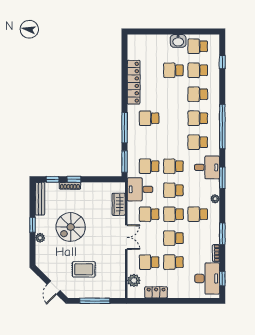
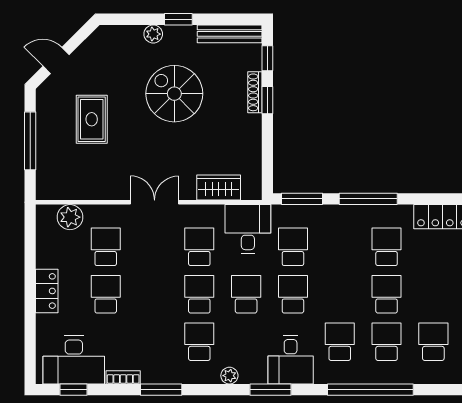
double door: (126, 237) -> (155, 202), swing flipped
school desk: (173, 238) -> (387, 294), moved
locker: (156, 292) -> (47, 291), moved

